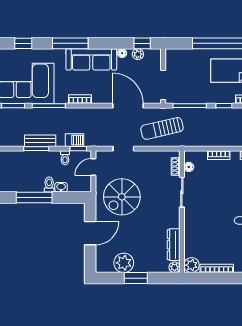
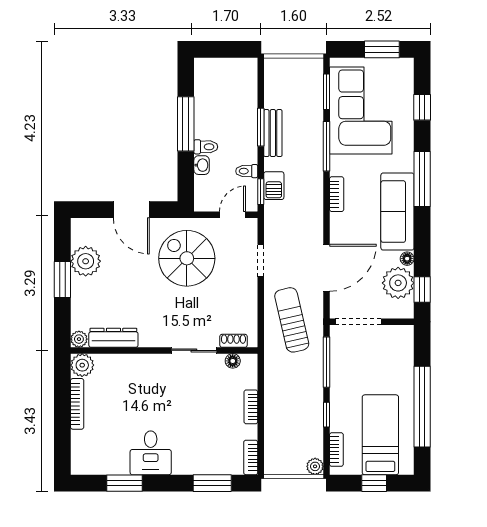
plant: (138, 54) -> (398, 283), width x1.87, depth x1.87
door: (93, 167) -> (233, 215), hinge flipped

